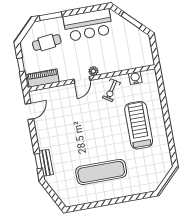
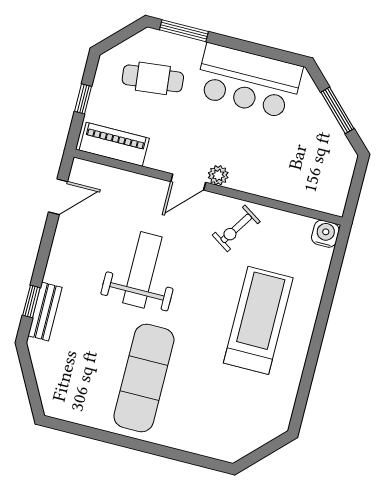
water cooler: (135, 78) -> (325, 234), moved
weight bench: (79, 126) -> (142, 270), added
exercise mat: (101, 172) -> (144, 378), turned 90

